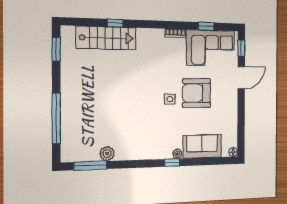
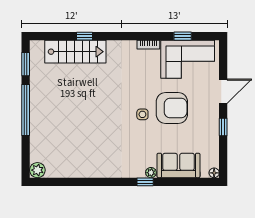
window: (241, 48) -> (223, 127), moved
armchair: (196, 93) -> (172, 108), turned 180
window: (56, 118) -> (26, 110), moved
plant: (107, 154) -> (37, 170), moved
window: (90, 166) -> (59, 182), removed

